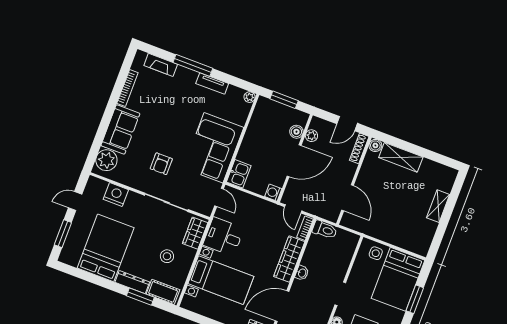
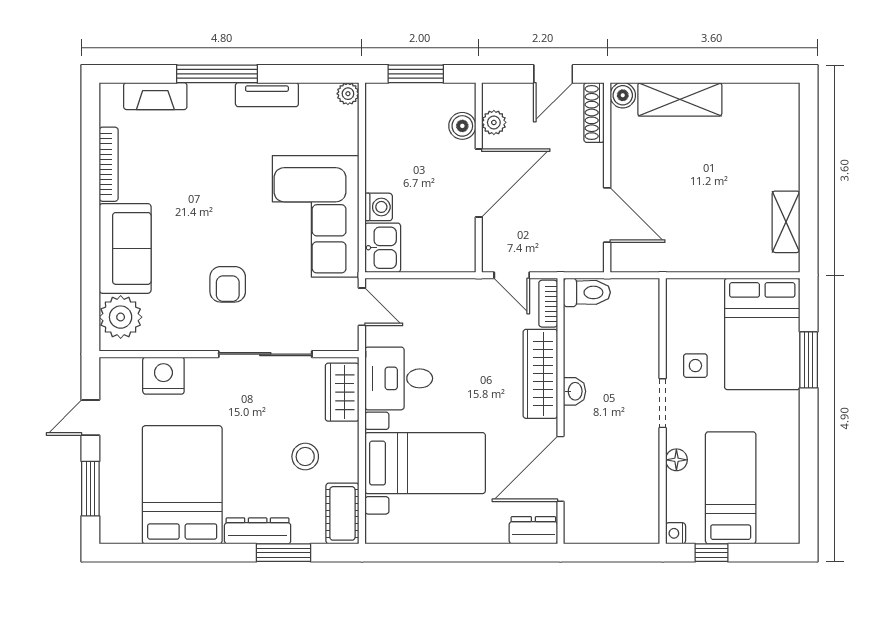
washing machine: (273, 193) -> (379, 207), moved, turned 180
shelving: (438, 206) -> (786, 222), moved
side table: (376, 253) -> (695, 366), moved
cot: (163, 292) -> (342, 513), moved, turned 90

